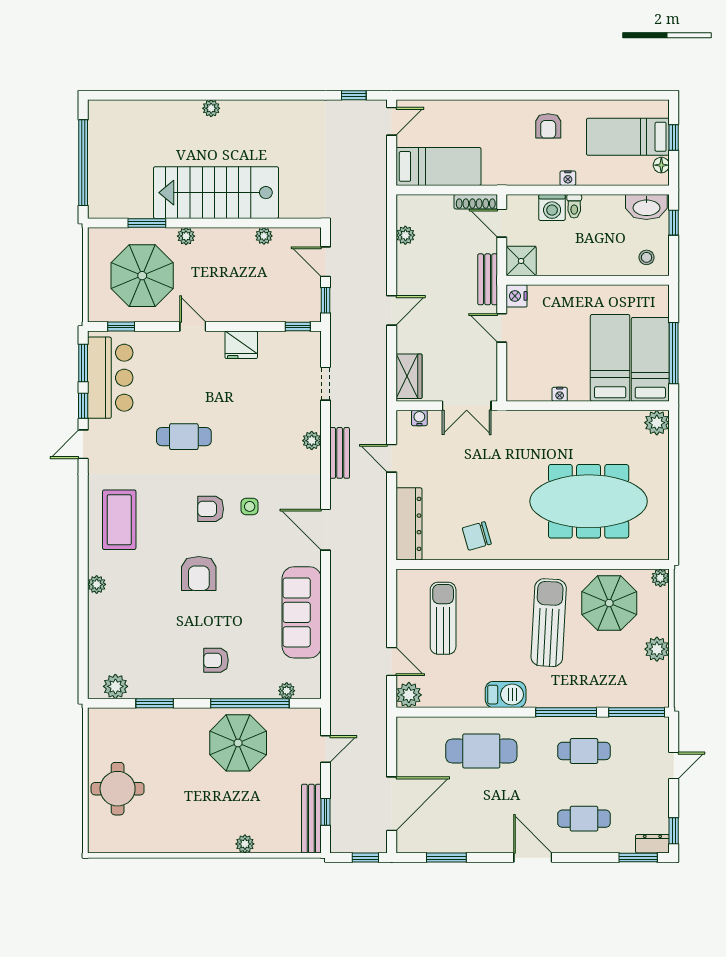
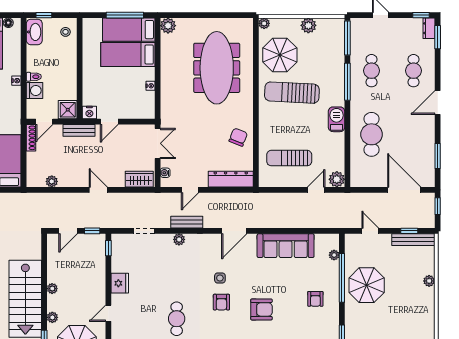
plant: (264, 236) -> (52, 289), moved
chair: (477, 536) -> (238, 137), turned -143

